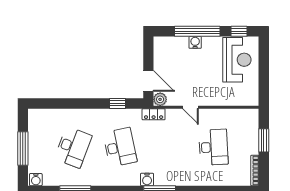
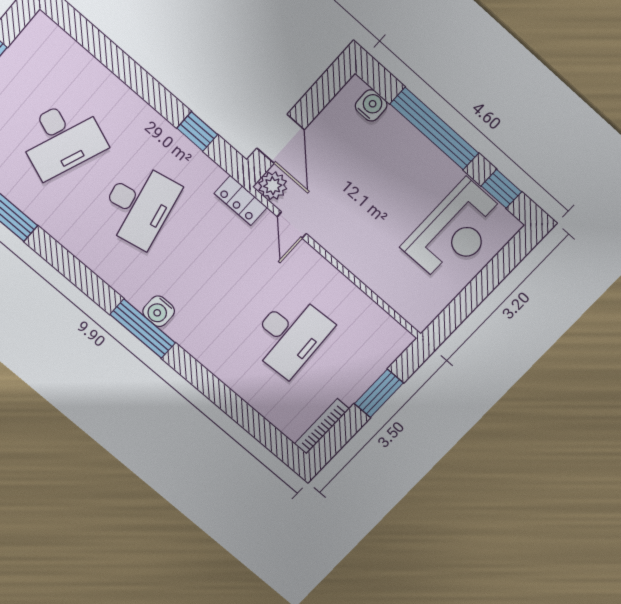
water cooler: (195, 42) -> (371, 105), moved
door: (190, 107) -> (292, 225), moved
water cooler: (147, 179) -> (159, 311), moved

